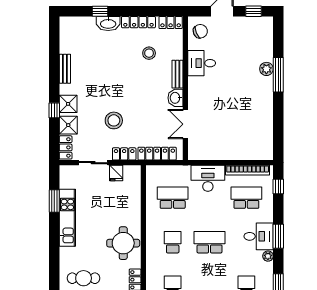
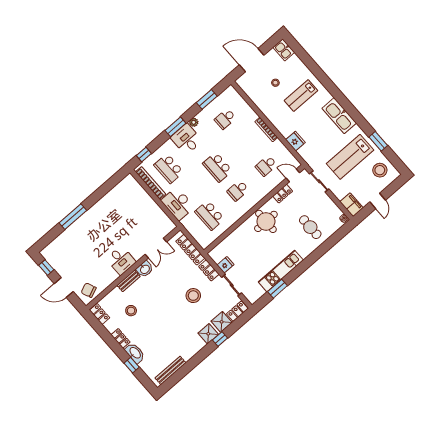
locker: (138, 22) -> (121, 338), width x0.66
desk: (202, 63) -> (121, 260), moved
bench: (65, 69) -> (171, 370), moved, width x1.36
plant: (266, 69) -> (76, 227), removed

